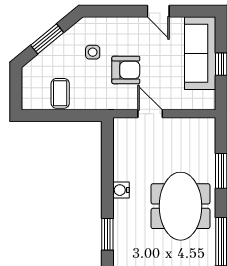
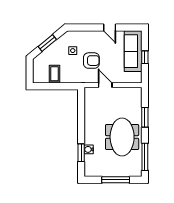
water cooler: (121, 190) -> (89, 149), moved

